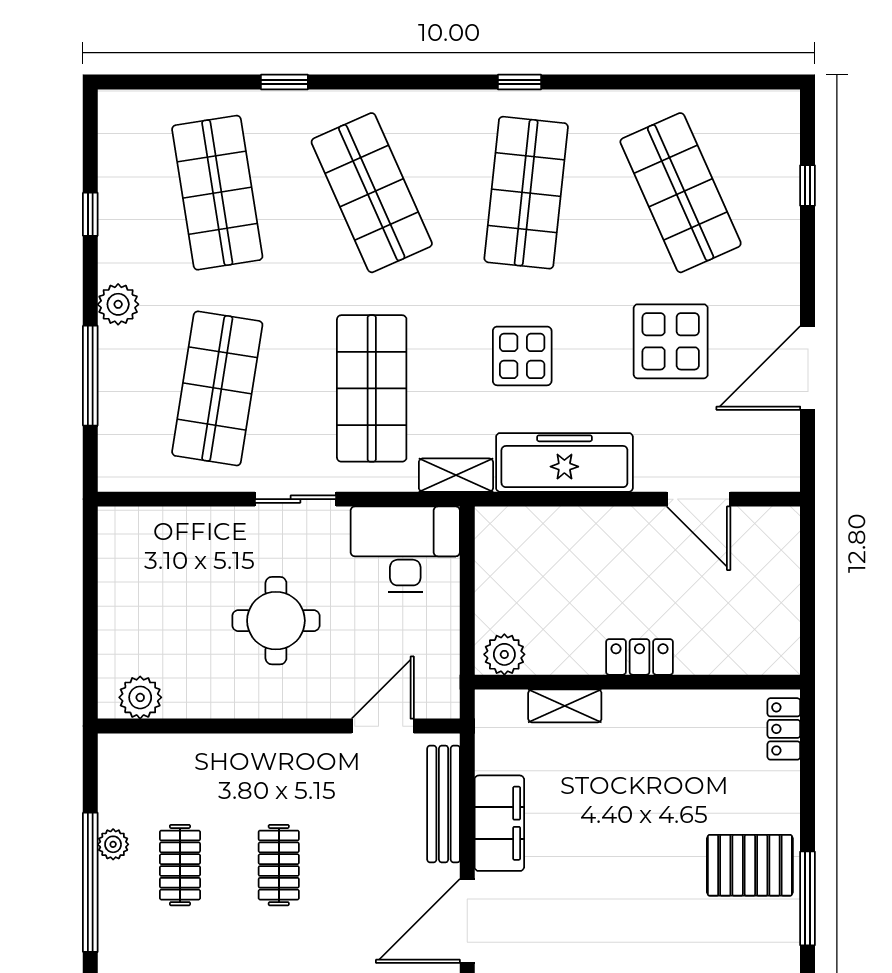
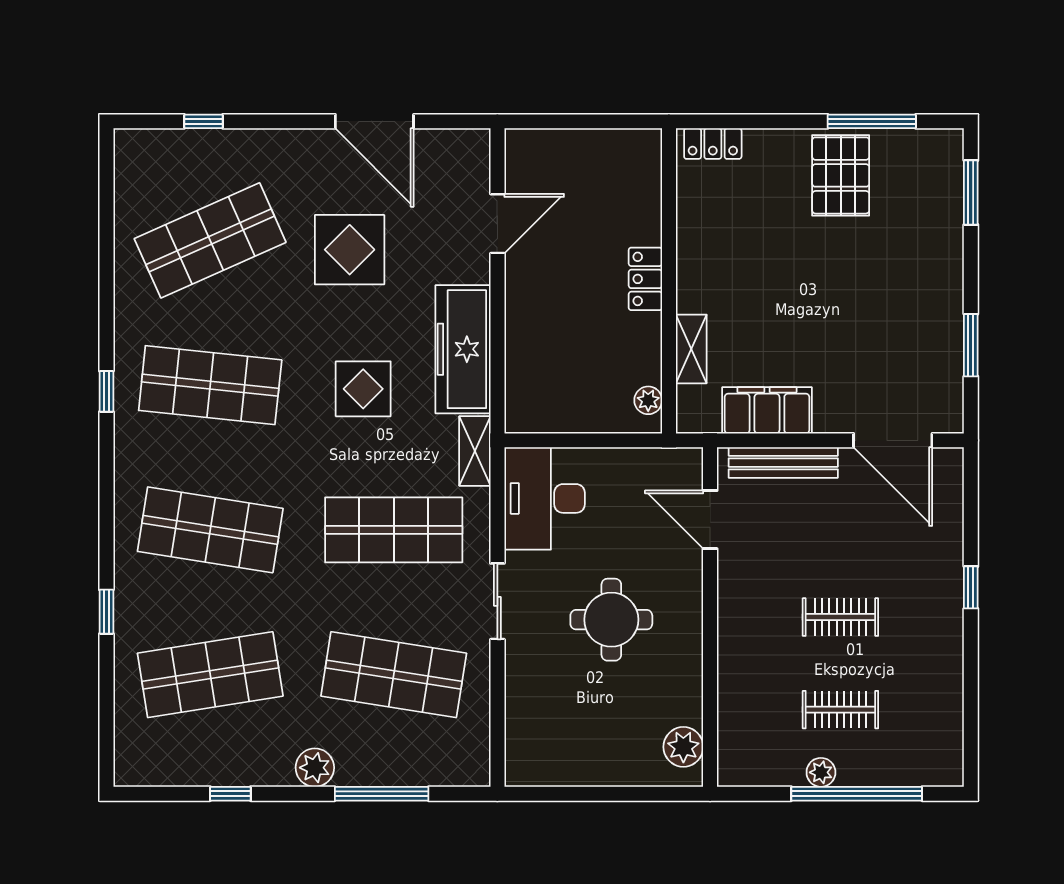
shop shelf: (372, 193) -> (210, 530), turned 33
plant: (504, 654) -> (648, 400), width x0.73, depth x0.73
filing cabinet: (499, 823) -> (767, 410), moved

